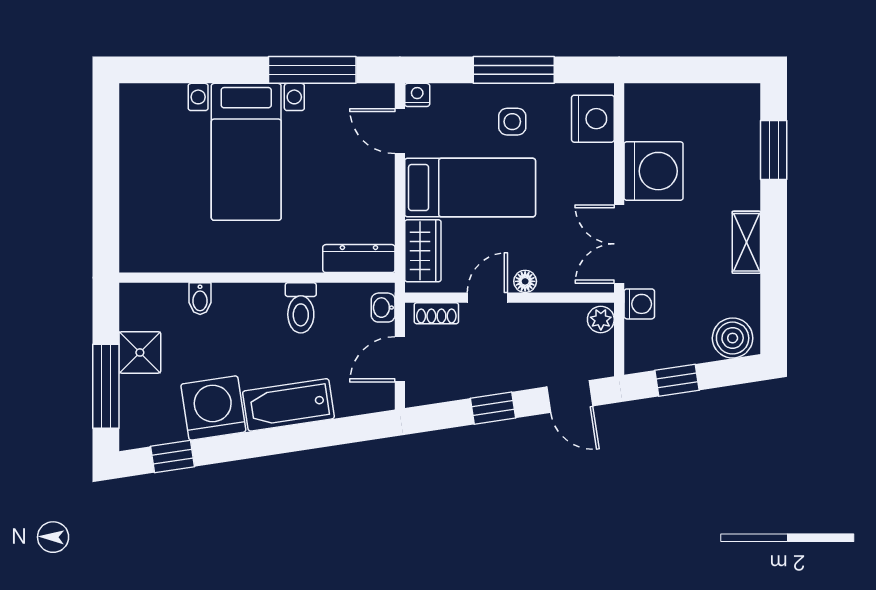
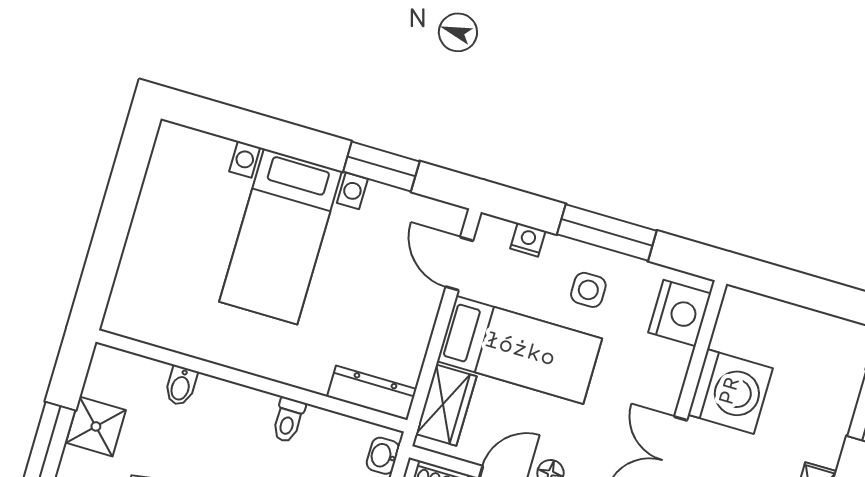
window: (312, 70) -> (381, 167), width x0.69
nightstand: (417, 95) -> (528, 240), moved
toilet: (301, 308) -> (288, 420), width x0.73, depth x0.72

